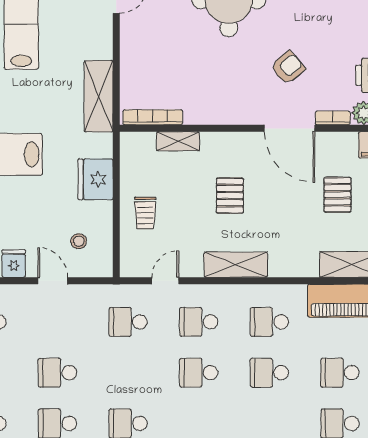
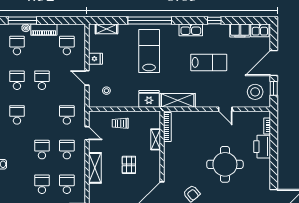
fridge: (96, 179) -> (149, 99), moved
pallet: (230, 196) -> (129, 165), turned 90
door: (53, 281) -> (87, 78), swing flipped

